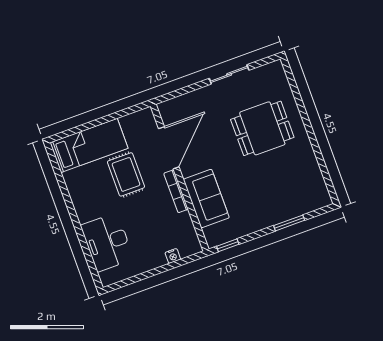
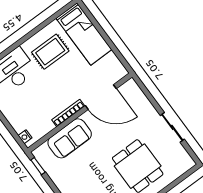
rug: (126, 174) -> (50, 52), moved
nightstand: (173, 256) -> (25, 137), moved

